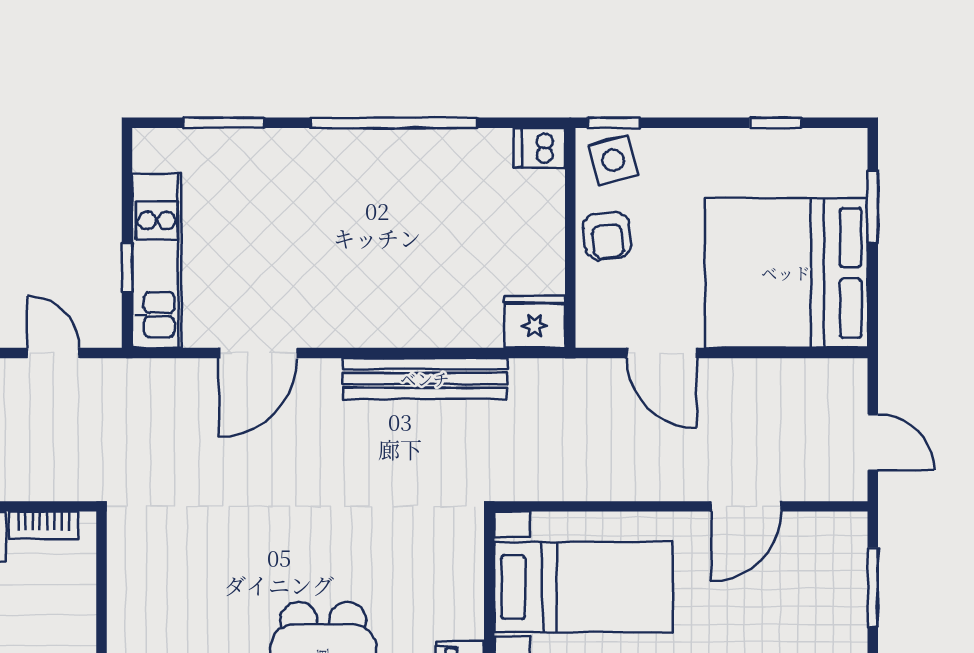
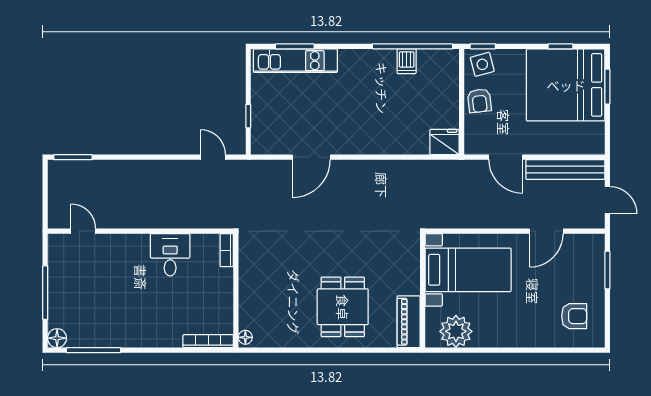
window: (394, 123) -> (412, 46), moved
dishwasher: (540, 148) -> (407, 61), moved, turned -90
kitchen unit: (157, 261) -> (295, 61), moved, turned 90
bed: (786, 273) -> (566, 85), moved
bench: (425, 379) -> (565, 169), moved
bookcase: (44, 525) -> (227, 250), moved, turned 90

